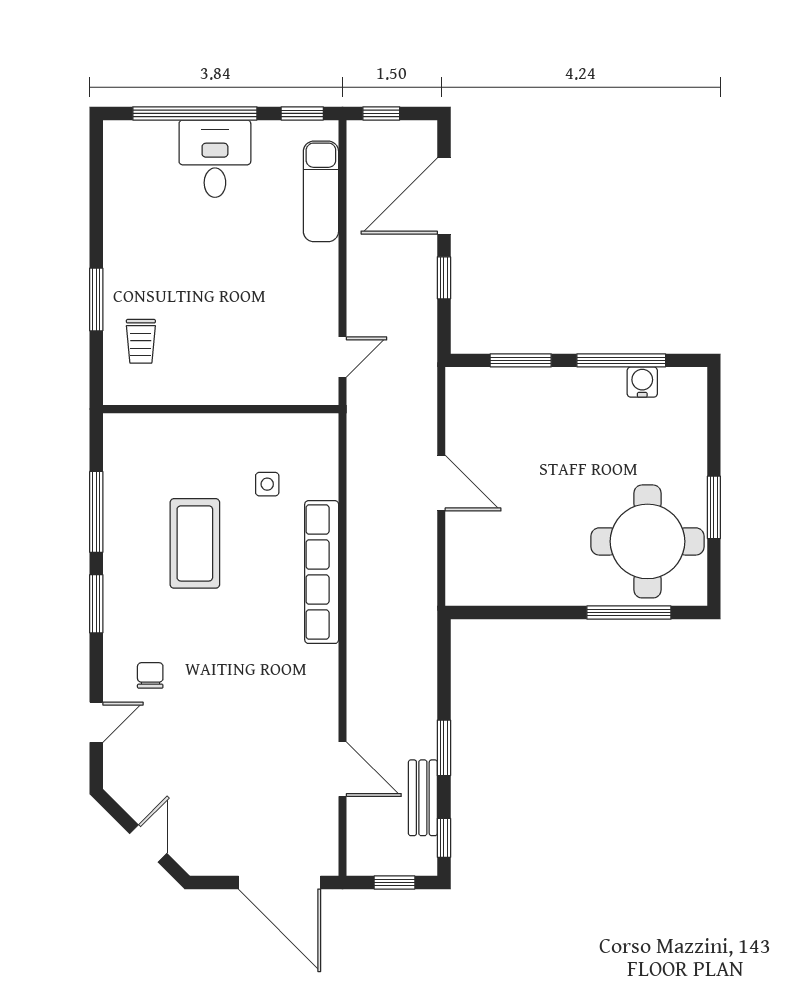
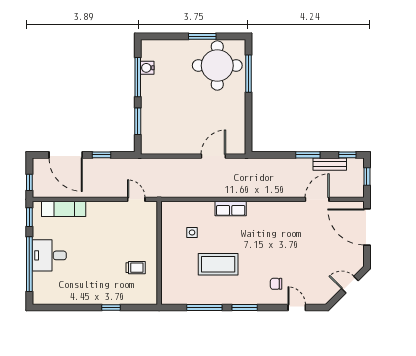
window: (96, 299) -> (111, 307), width x0.67
trolley: (141, 341) -> (136, 268), moved
door: (441, 483) -> (213, 156), moved
row of seats: (322, 572) -> (231, 209), width x0.50
door: (280, 883) -> (367, 227), swing flipped

